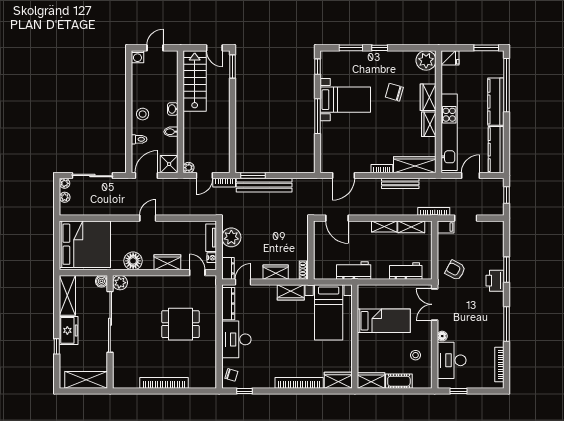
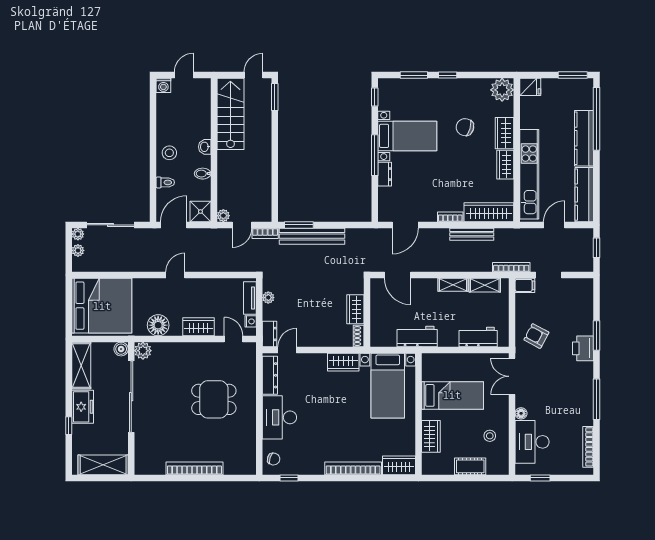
door: (214, 48) -> (254, 75), swing flipped
dresser: (326, 132) -> (385, 174), added
plant: (231, 237) -> (268, 298), width x0.53, depth x0.53
wardrobe: (276, 272) -> (355, 309), moved, turned -90
wardrobe: (371, 380) -> (431, 436), moved, turned 90

